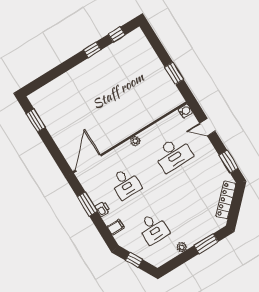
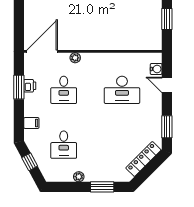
water cooler: (185, 111) -> (156, 69), moved
plant: (135, 141) -> (75, 58), moved
printer: (103, 209) -> (30, 86), moved

